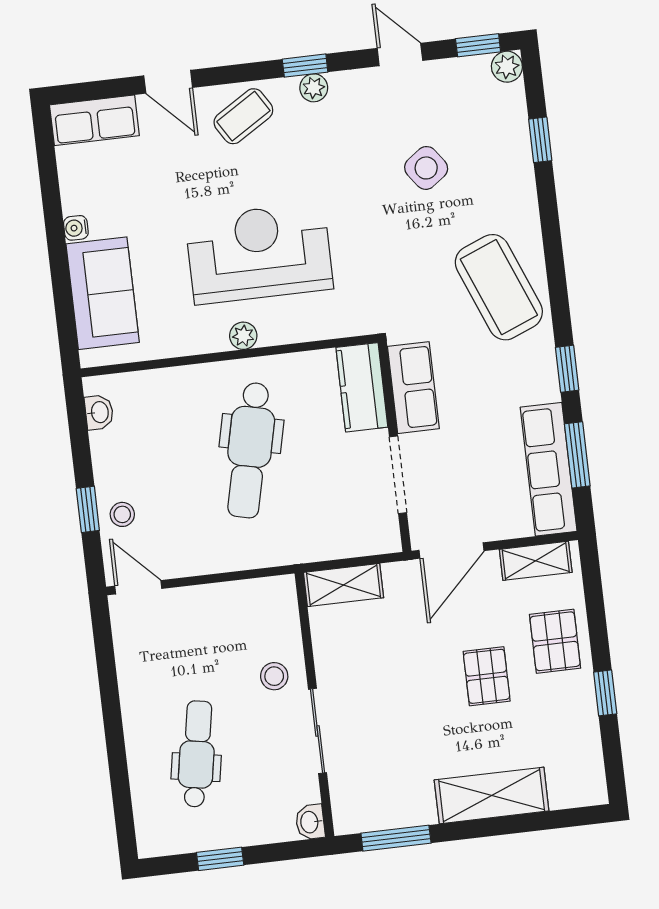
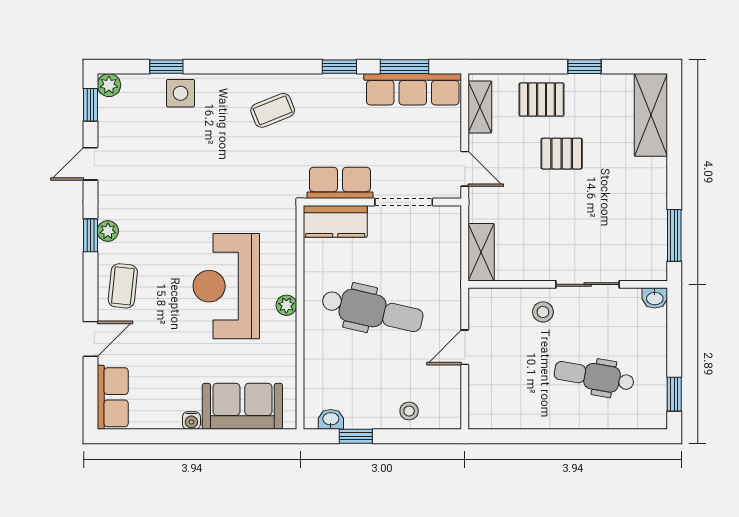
coffee table: (243, 116) -> (123, 286), turned 38
side table: (426, 168) -> (180, 93), moved, turned 36
coffee table: (499, 287) -> (273, 110), width x0.54, depth x0.58
window: (88, 509) -> (356, 436), moved
door: (452, 551) -> (465, 169), width x0.73
door: (138, 587) -> (465, 347), moved
shelving: (492, 795) -> (651, 115), moved
window: (220, 859) -> (674, 394), moved

